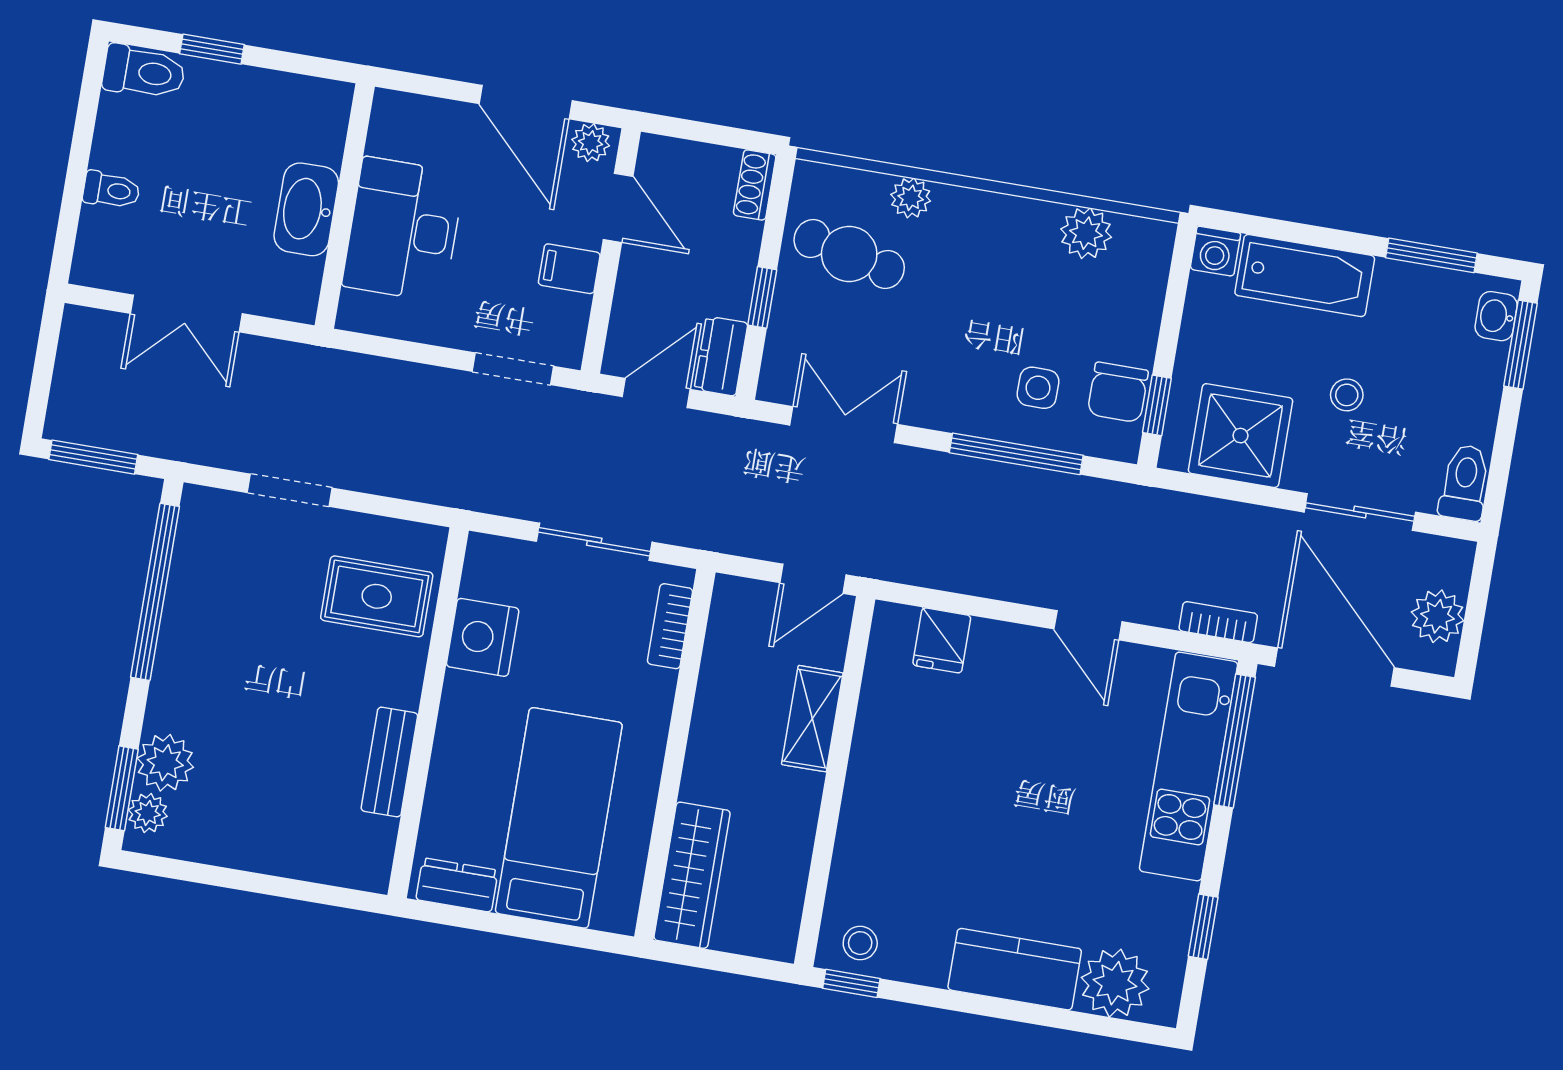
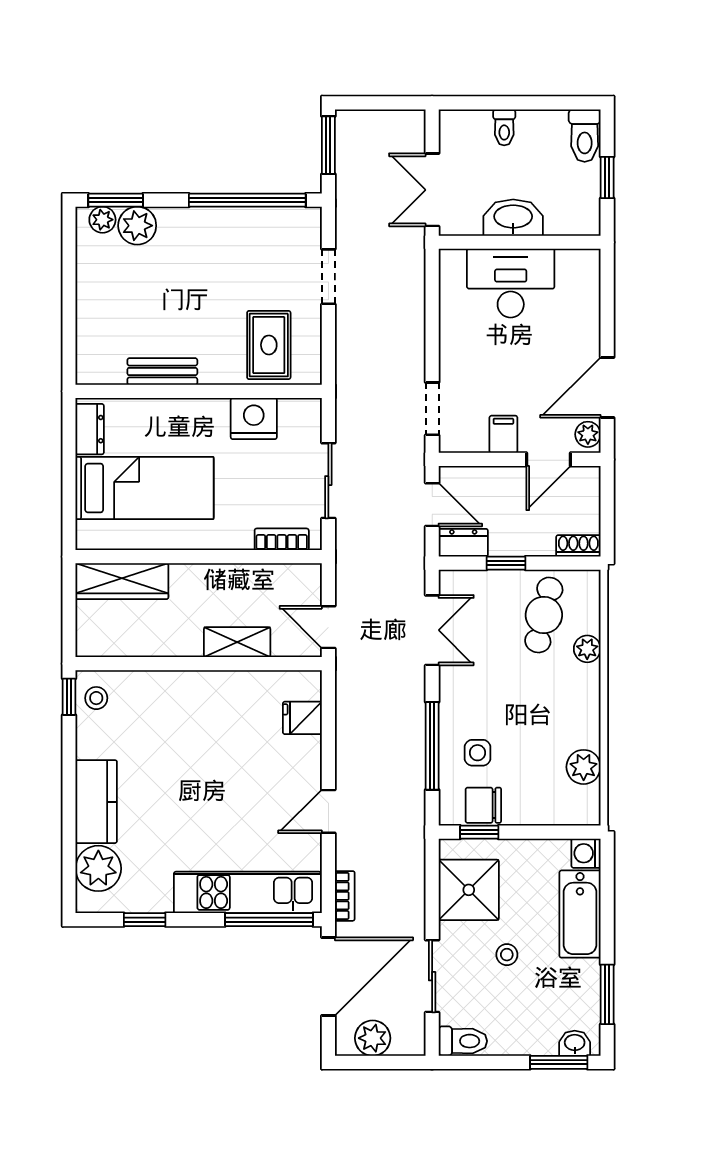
wall: (345, 206) -> (520, 242), moved
washbasin: (306, 209) -> (513, 218), moved
desk: (403, 230) -> (511, 283), moved

